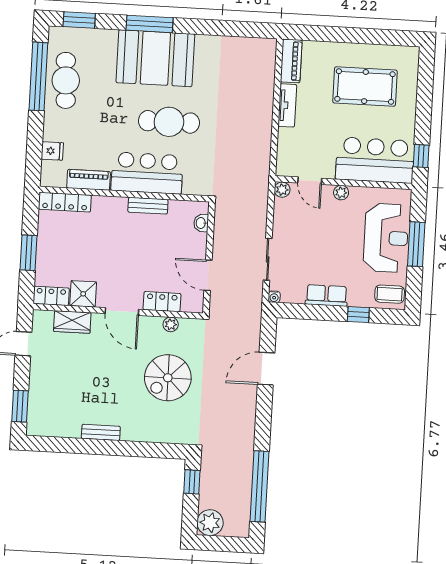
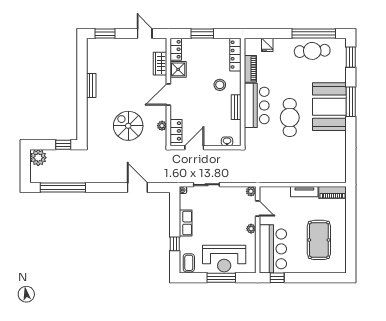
door: (310, 181) -> (258, 208), swing flipped
stool: (111, 229) -> (220, 85), added
locker: (162, 302) -> (176, 131), moved

